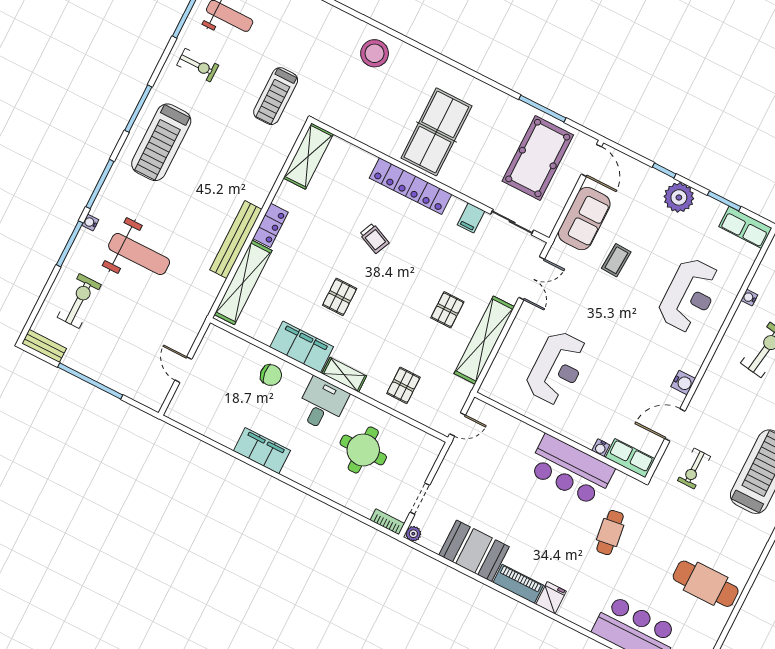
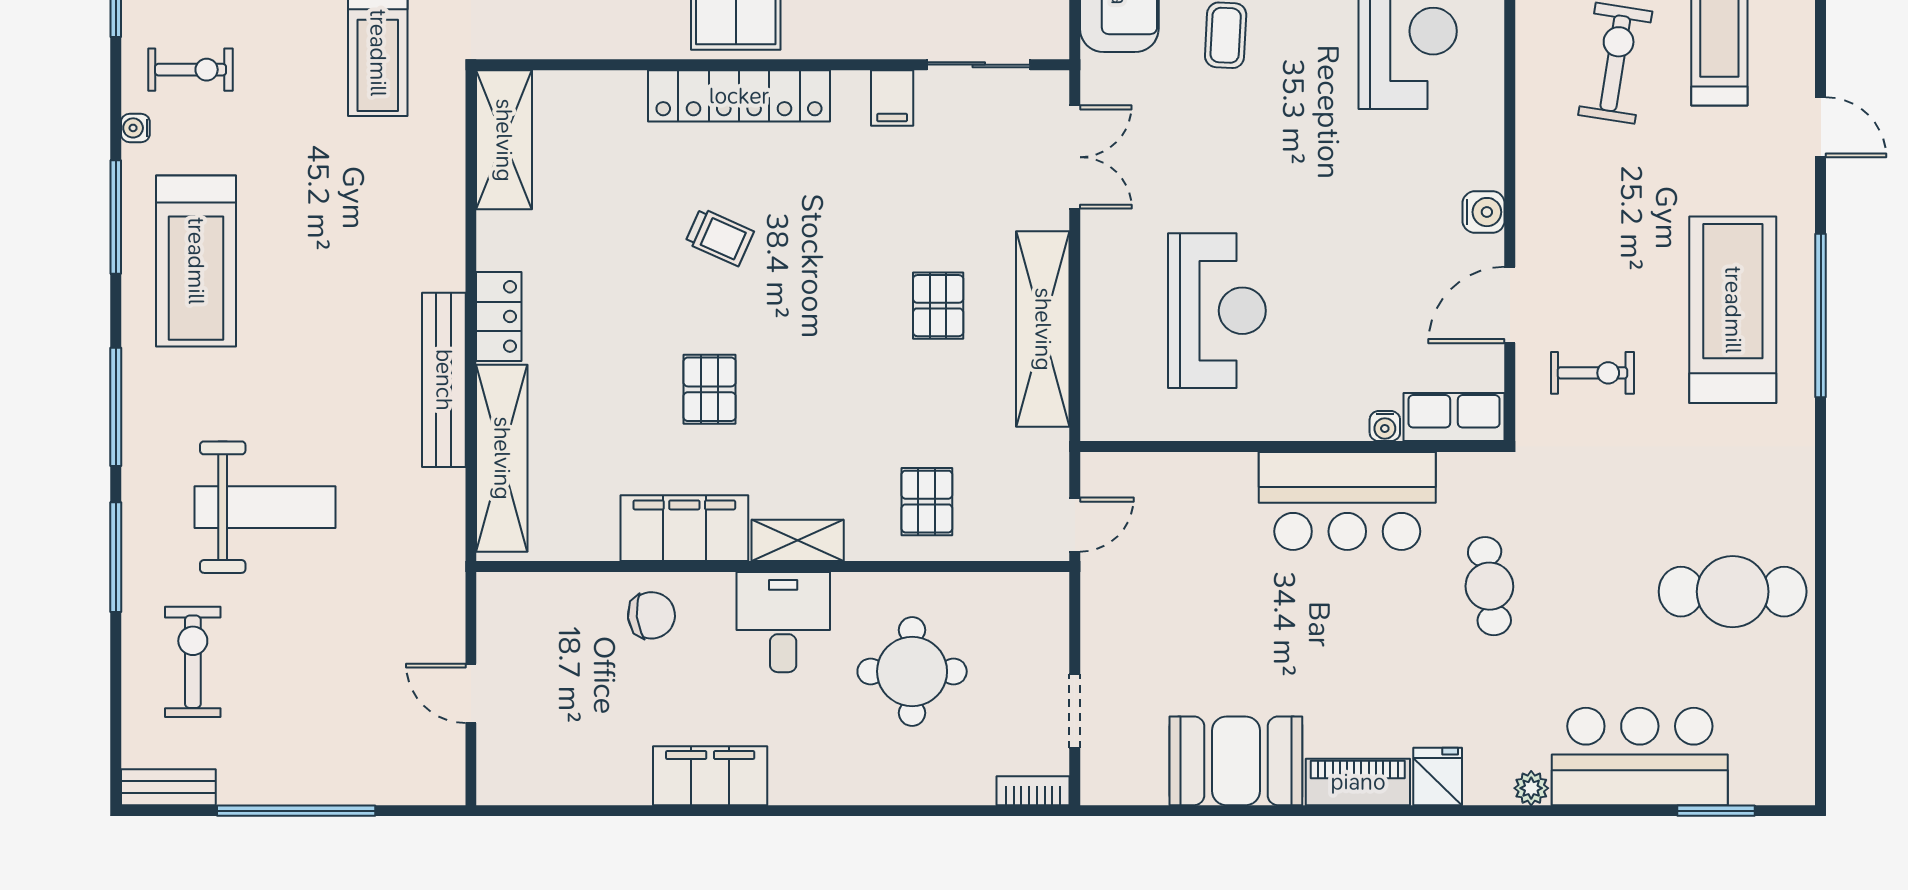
water cooler: (90, 223) -> (135, 128), moved
exercise bike: (694, 469) -> (1592, 373), turned -90
plant: (413, 534) -> (1531, 788), moved

